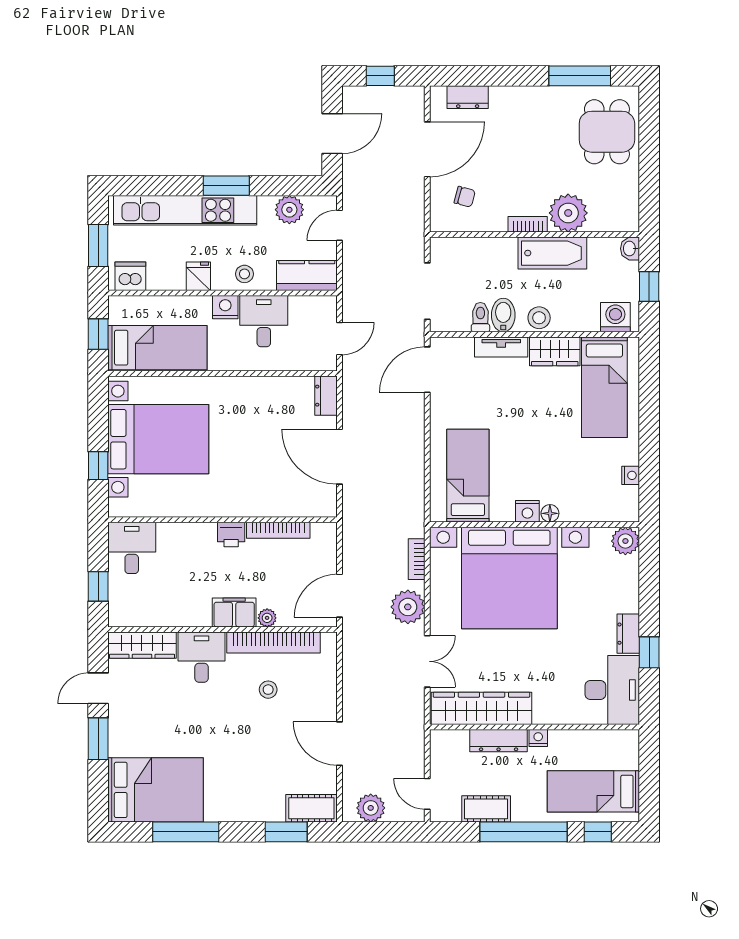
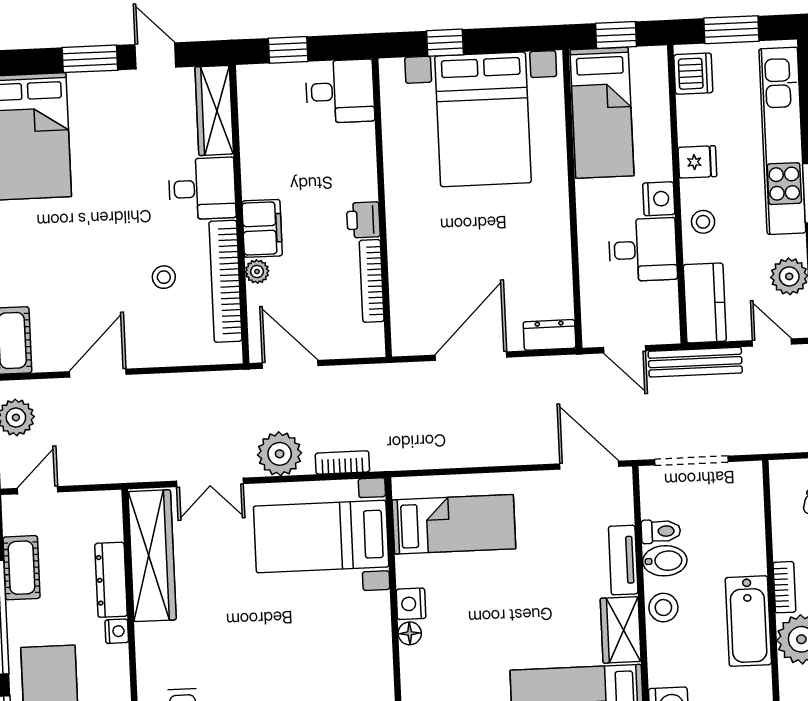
bench: (352, 285) -> (695, 362), added
bed with nightstands: (509, 578) -> (321, 537), width x0.54

